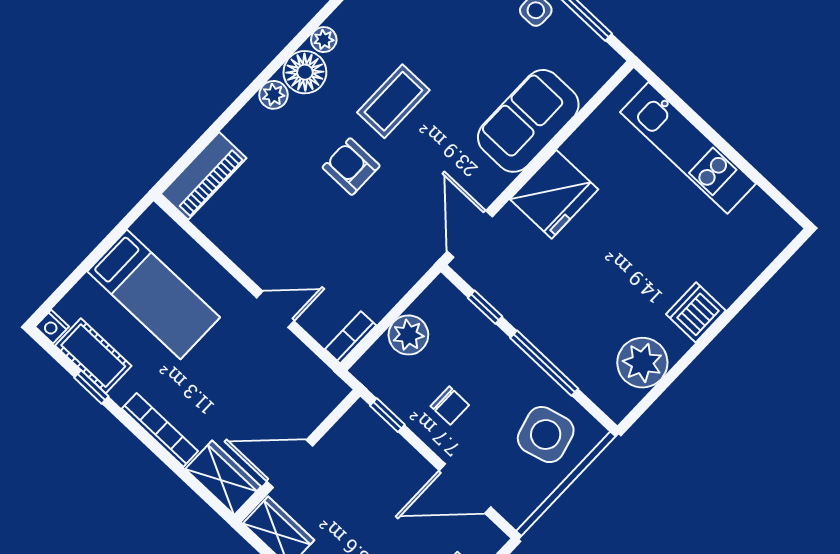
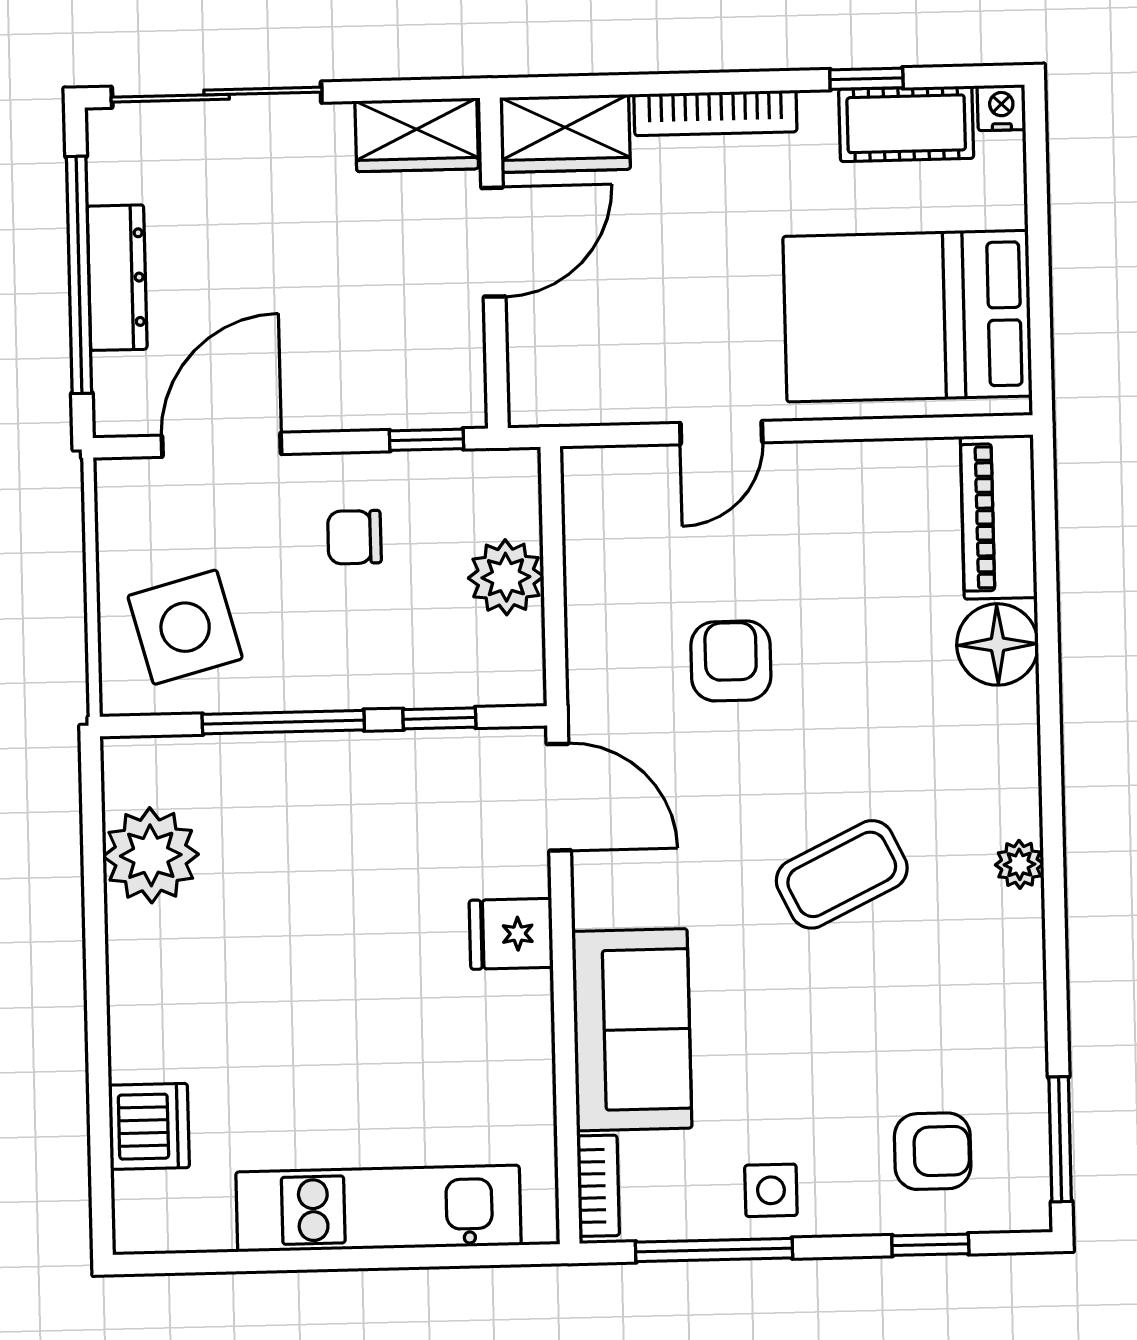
floor lamp: (305, 72) -> (997, 644), moved
plant: (273, 95) -> (1013, 721), removed
coffee table: (393, 101) -> (842, 874), turned 64
armchair: (351, 167) -> (731, 661), moved, turned -90
fridge: (554, 194) -> (511, 934), width x0.53, depth x0.75
bed: (154, 294) -> (907, 316), width x1.50
dishwasher: (696, 312) -> (149, 1126), moved
bookcase: (351, 337) -> (598, 1186), moved

